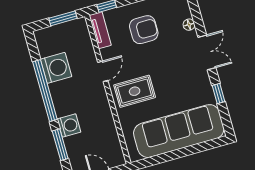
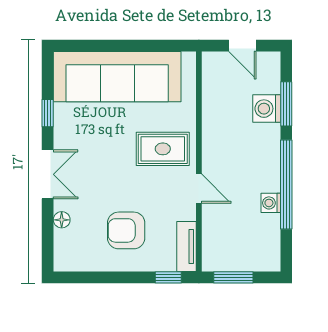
double door: (207, 52) -> (48, 174), swing flipped
washing machine: (56, 68) -> (271, 203), width x0.53, depth x0.53
door: (103, 71) -> (199, 189), swing flipped
washing machine: (69, 125) -> (267, 109), moved

